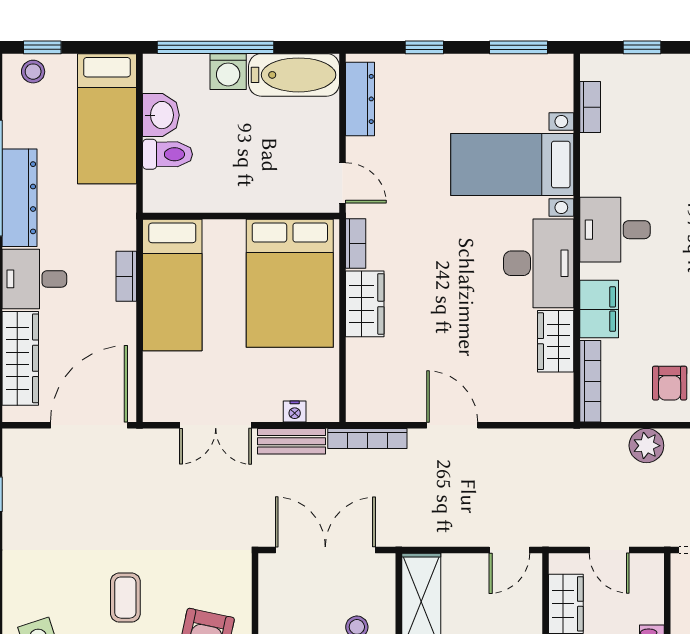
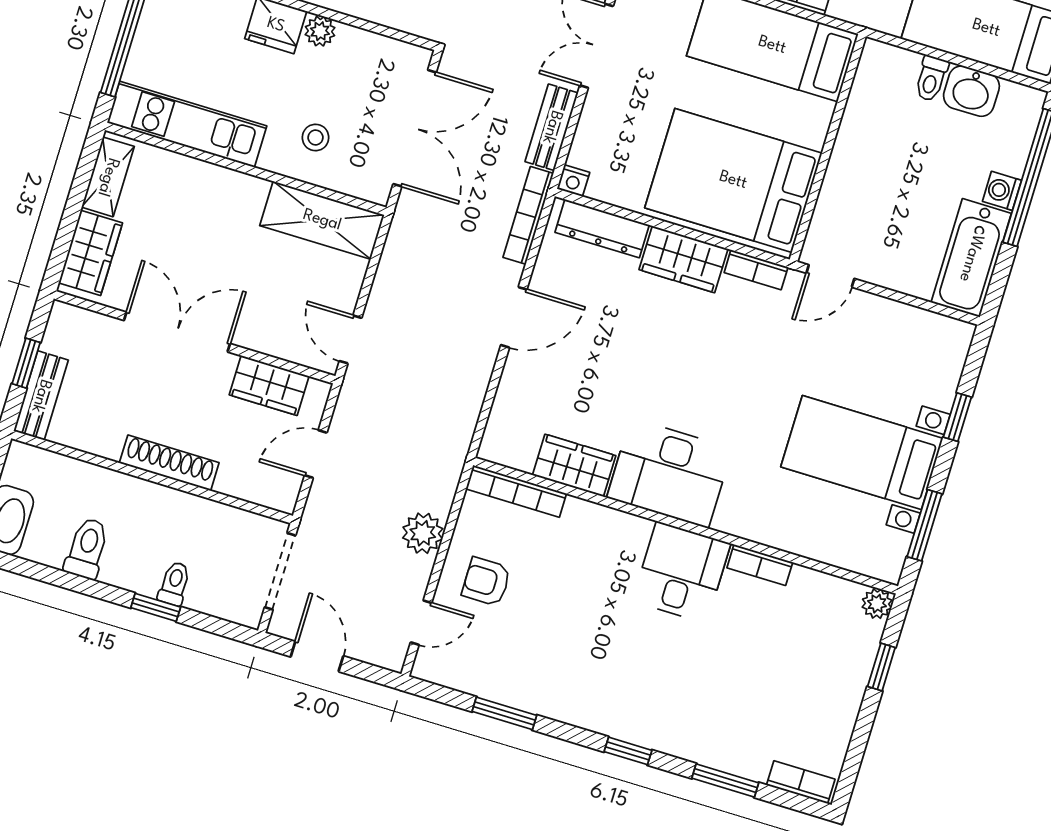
plant: (593, 66) -> (877, 604), added
washing machine: (228, 72) -> (1002, 191), width x0.73, depth x0.73
dresser: (360, 99) -> (602, 229), moved
bookcase: (590, 107) -> (760, 565), moved
toilet: (167, 154) -> (931, 78), width x0.73, depth x0.72
bed with nightstands: (512, 165) -> (862, 453), moved, turned -90
filing cabinet: (599, 309) -> (596, 526), removed
nightstand: (295, 411) -> (573, 181), moved, turned -90

